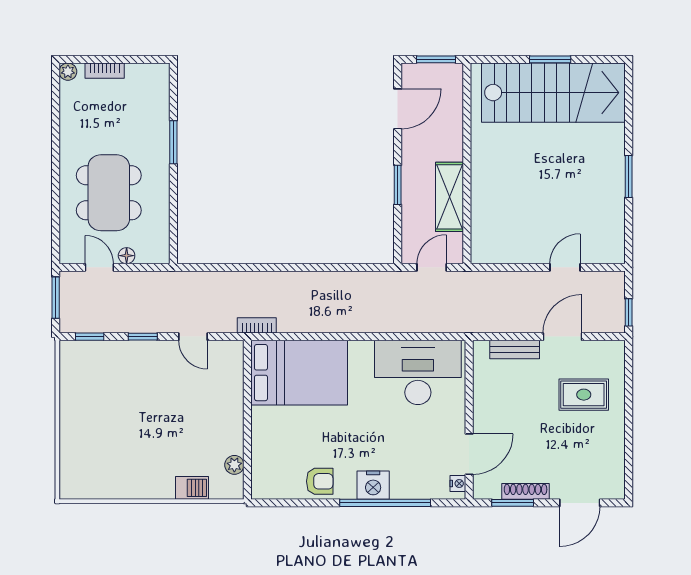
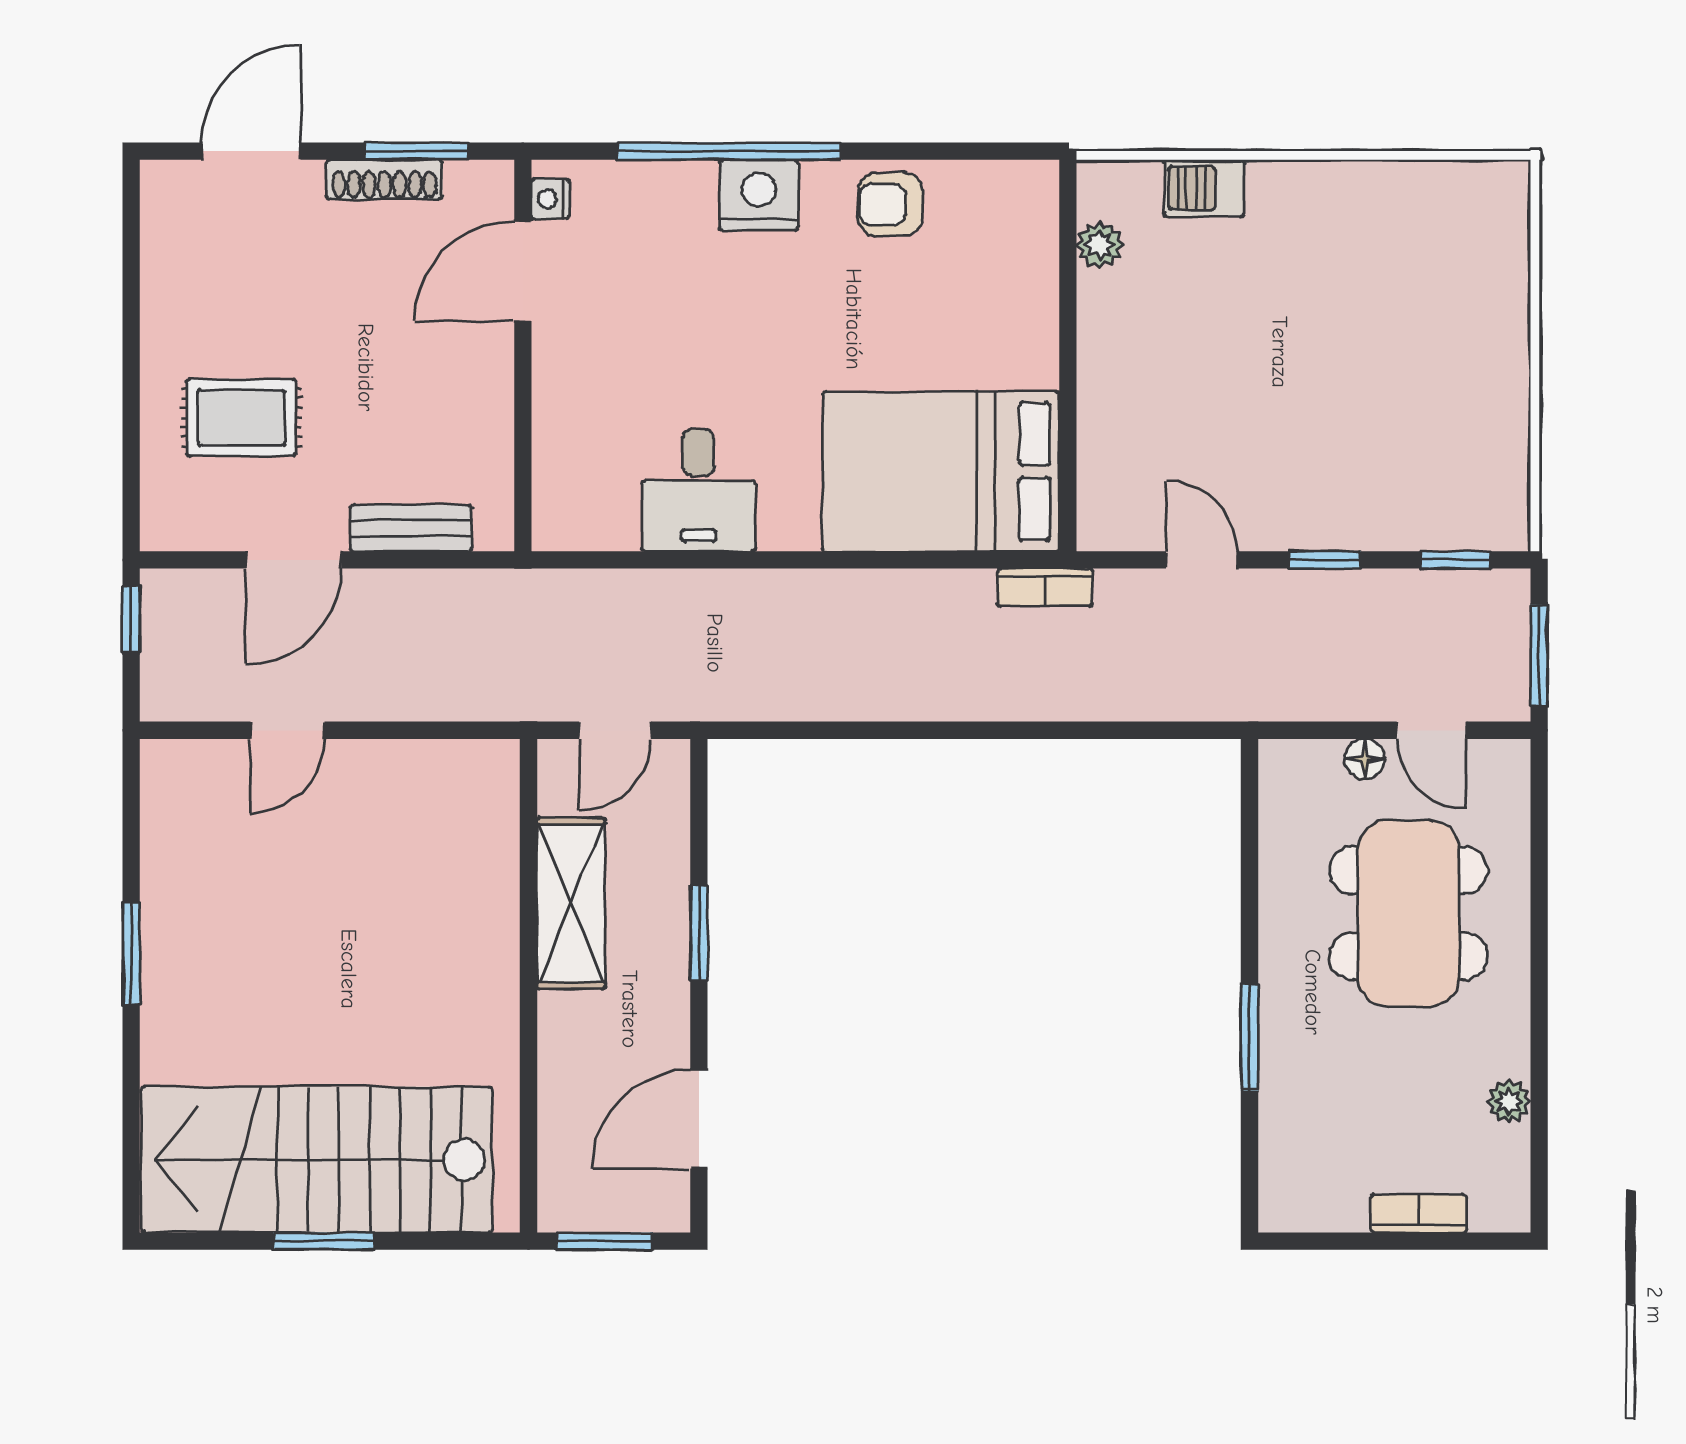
plant: (68, 72) -> (1509, 1101), moved
desk: (418, 372) -> (698, 490), width x0.53, depth x0.77

